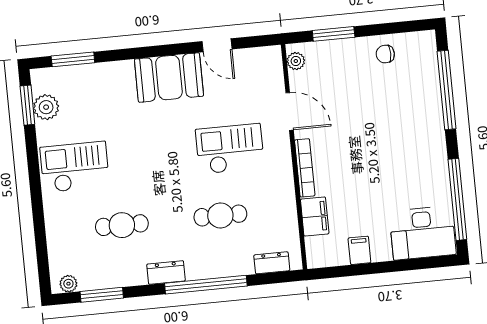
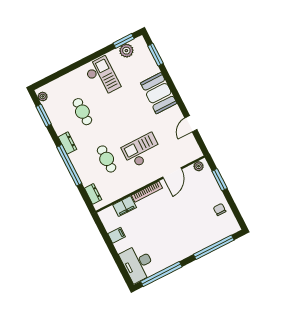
booth: (169, 78) -> (159, 93), moved
checkout: (230, 149) -> (142, 151), turned -90

